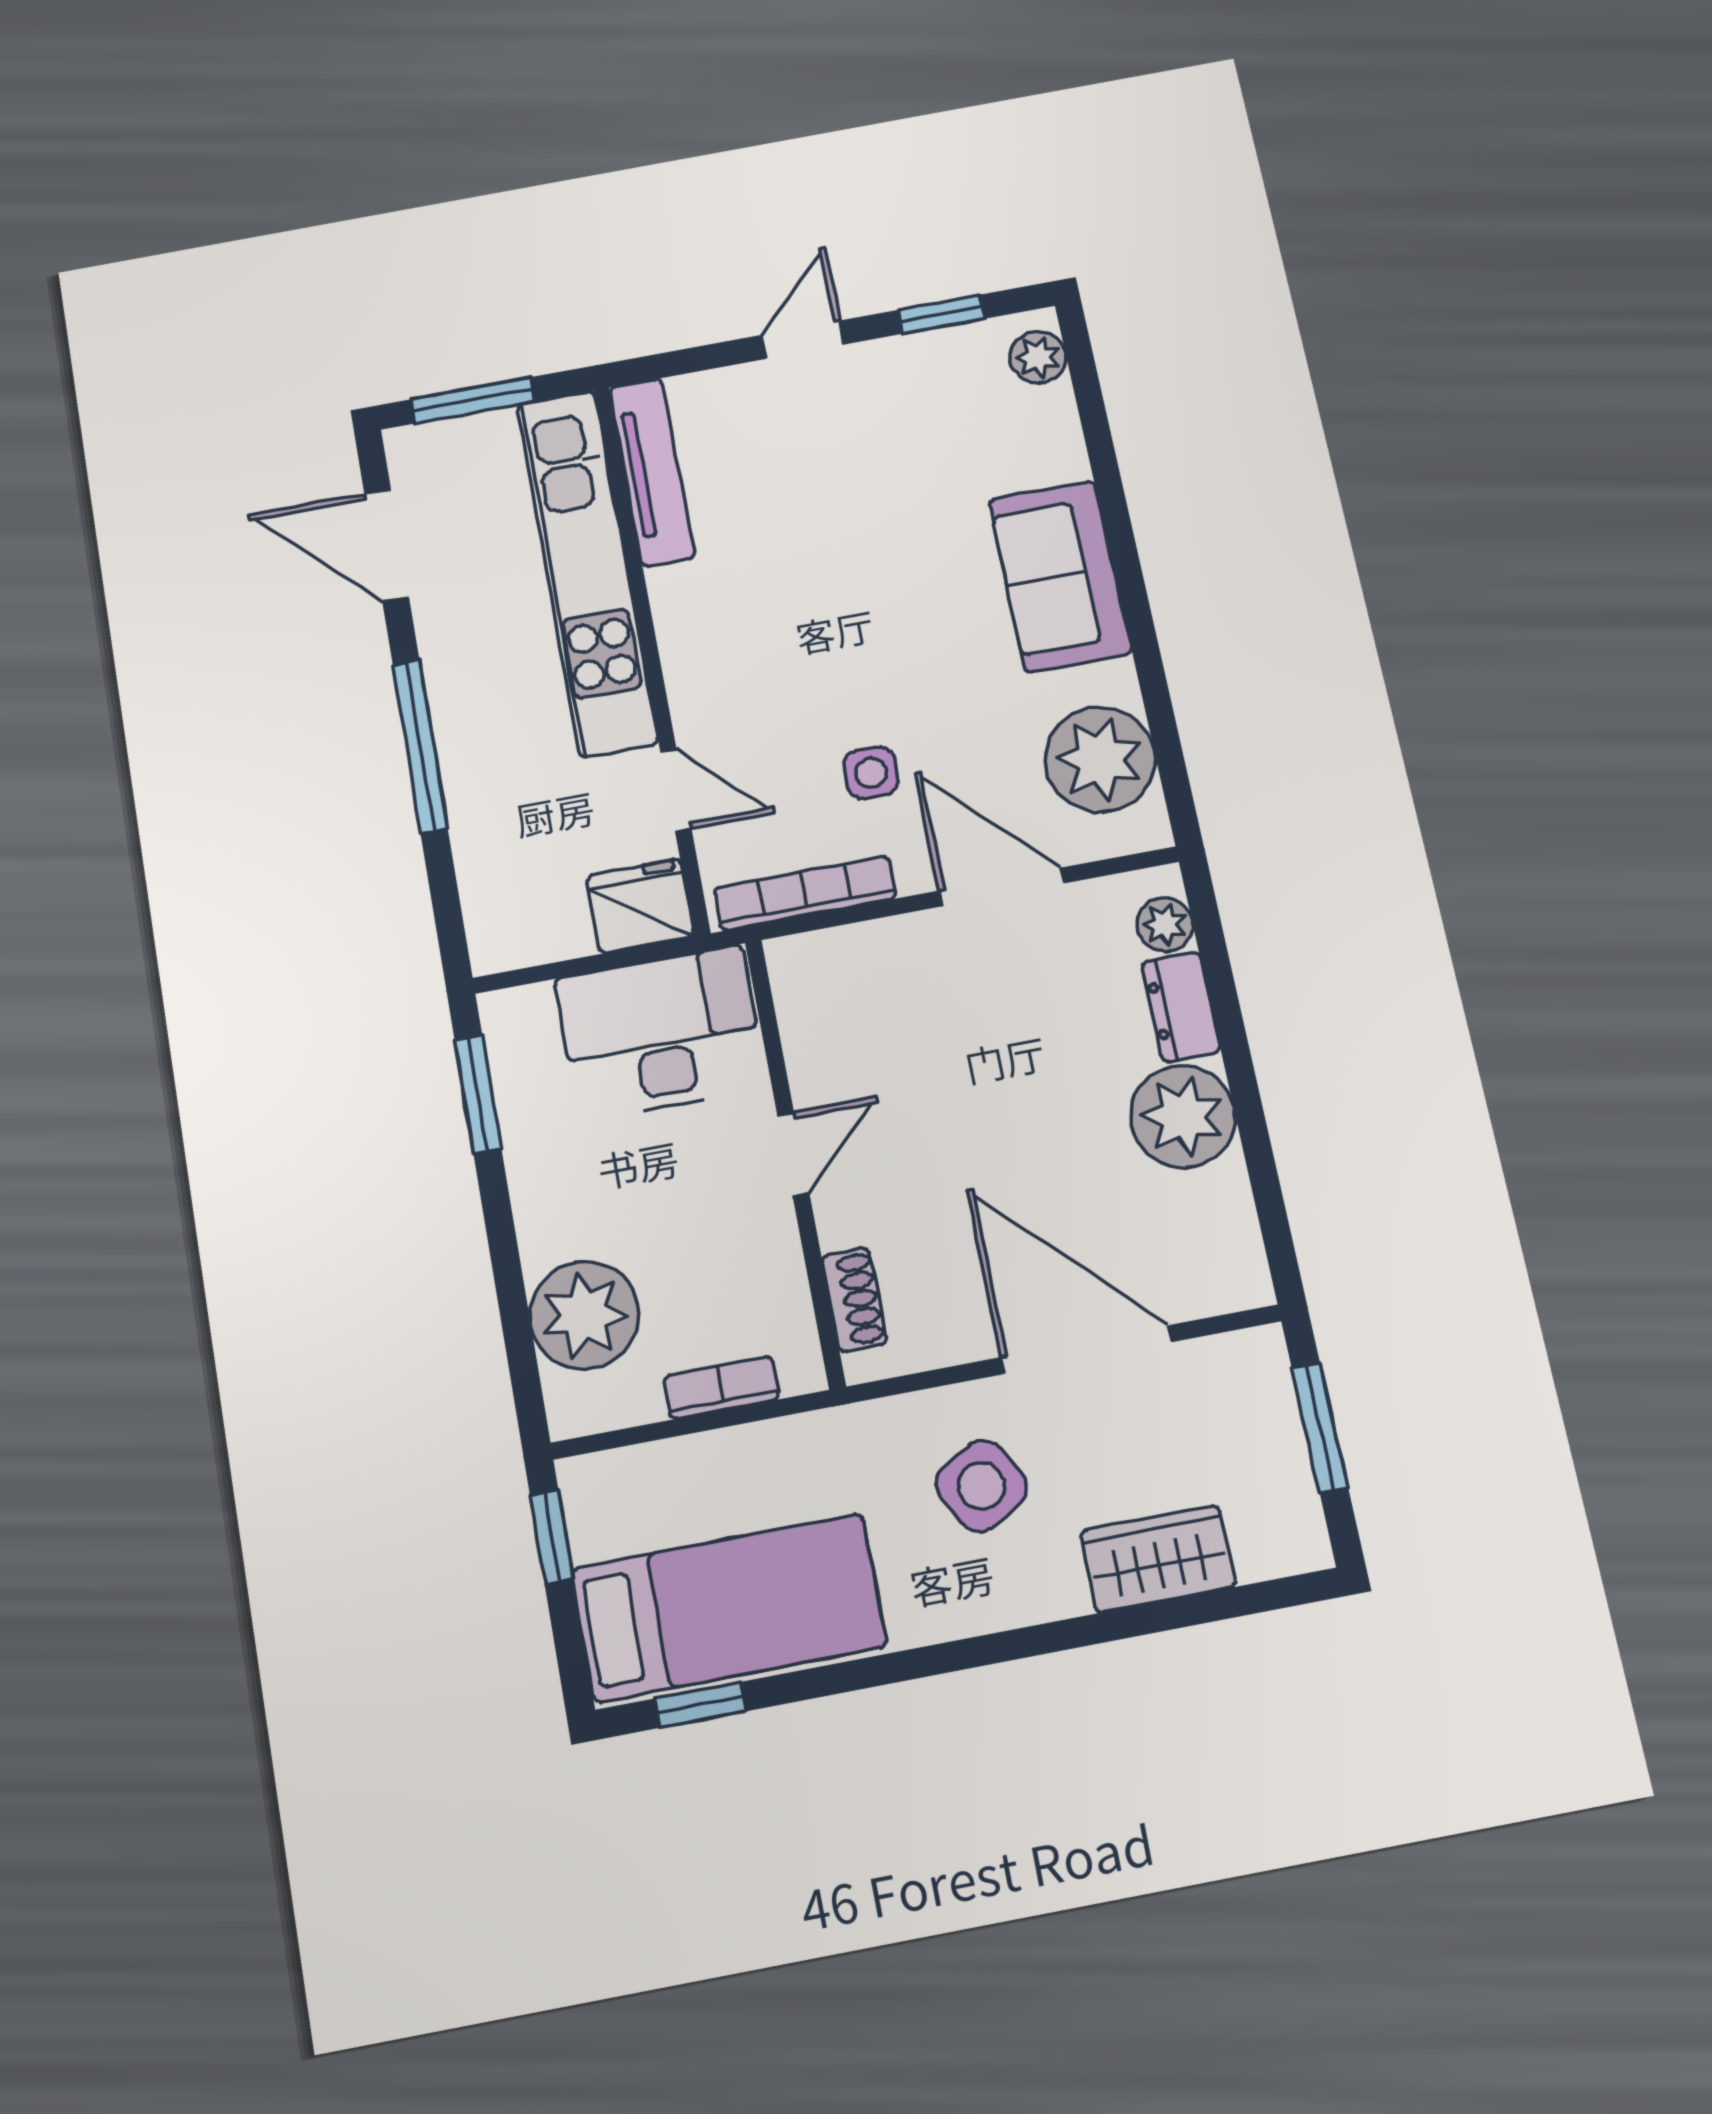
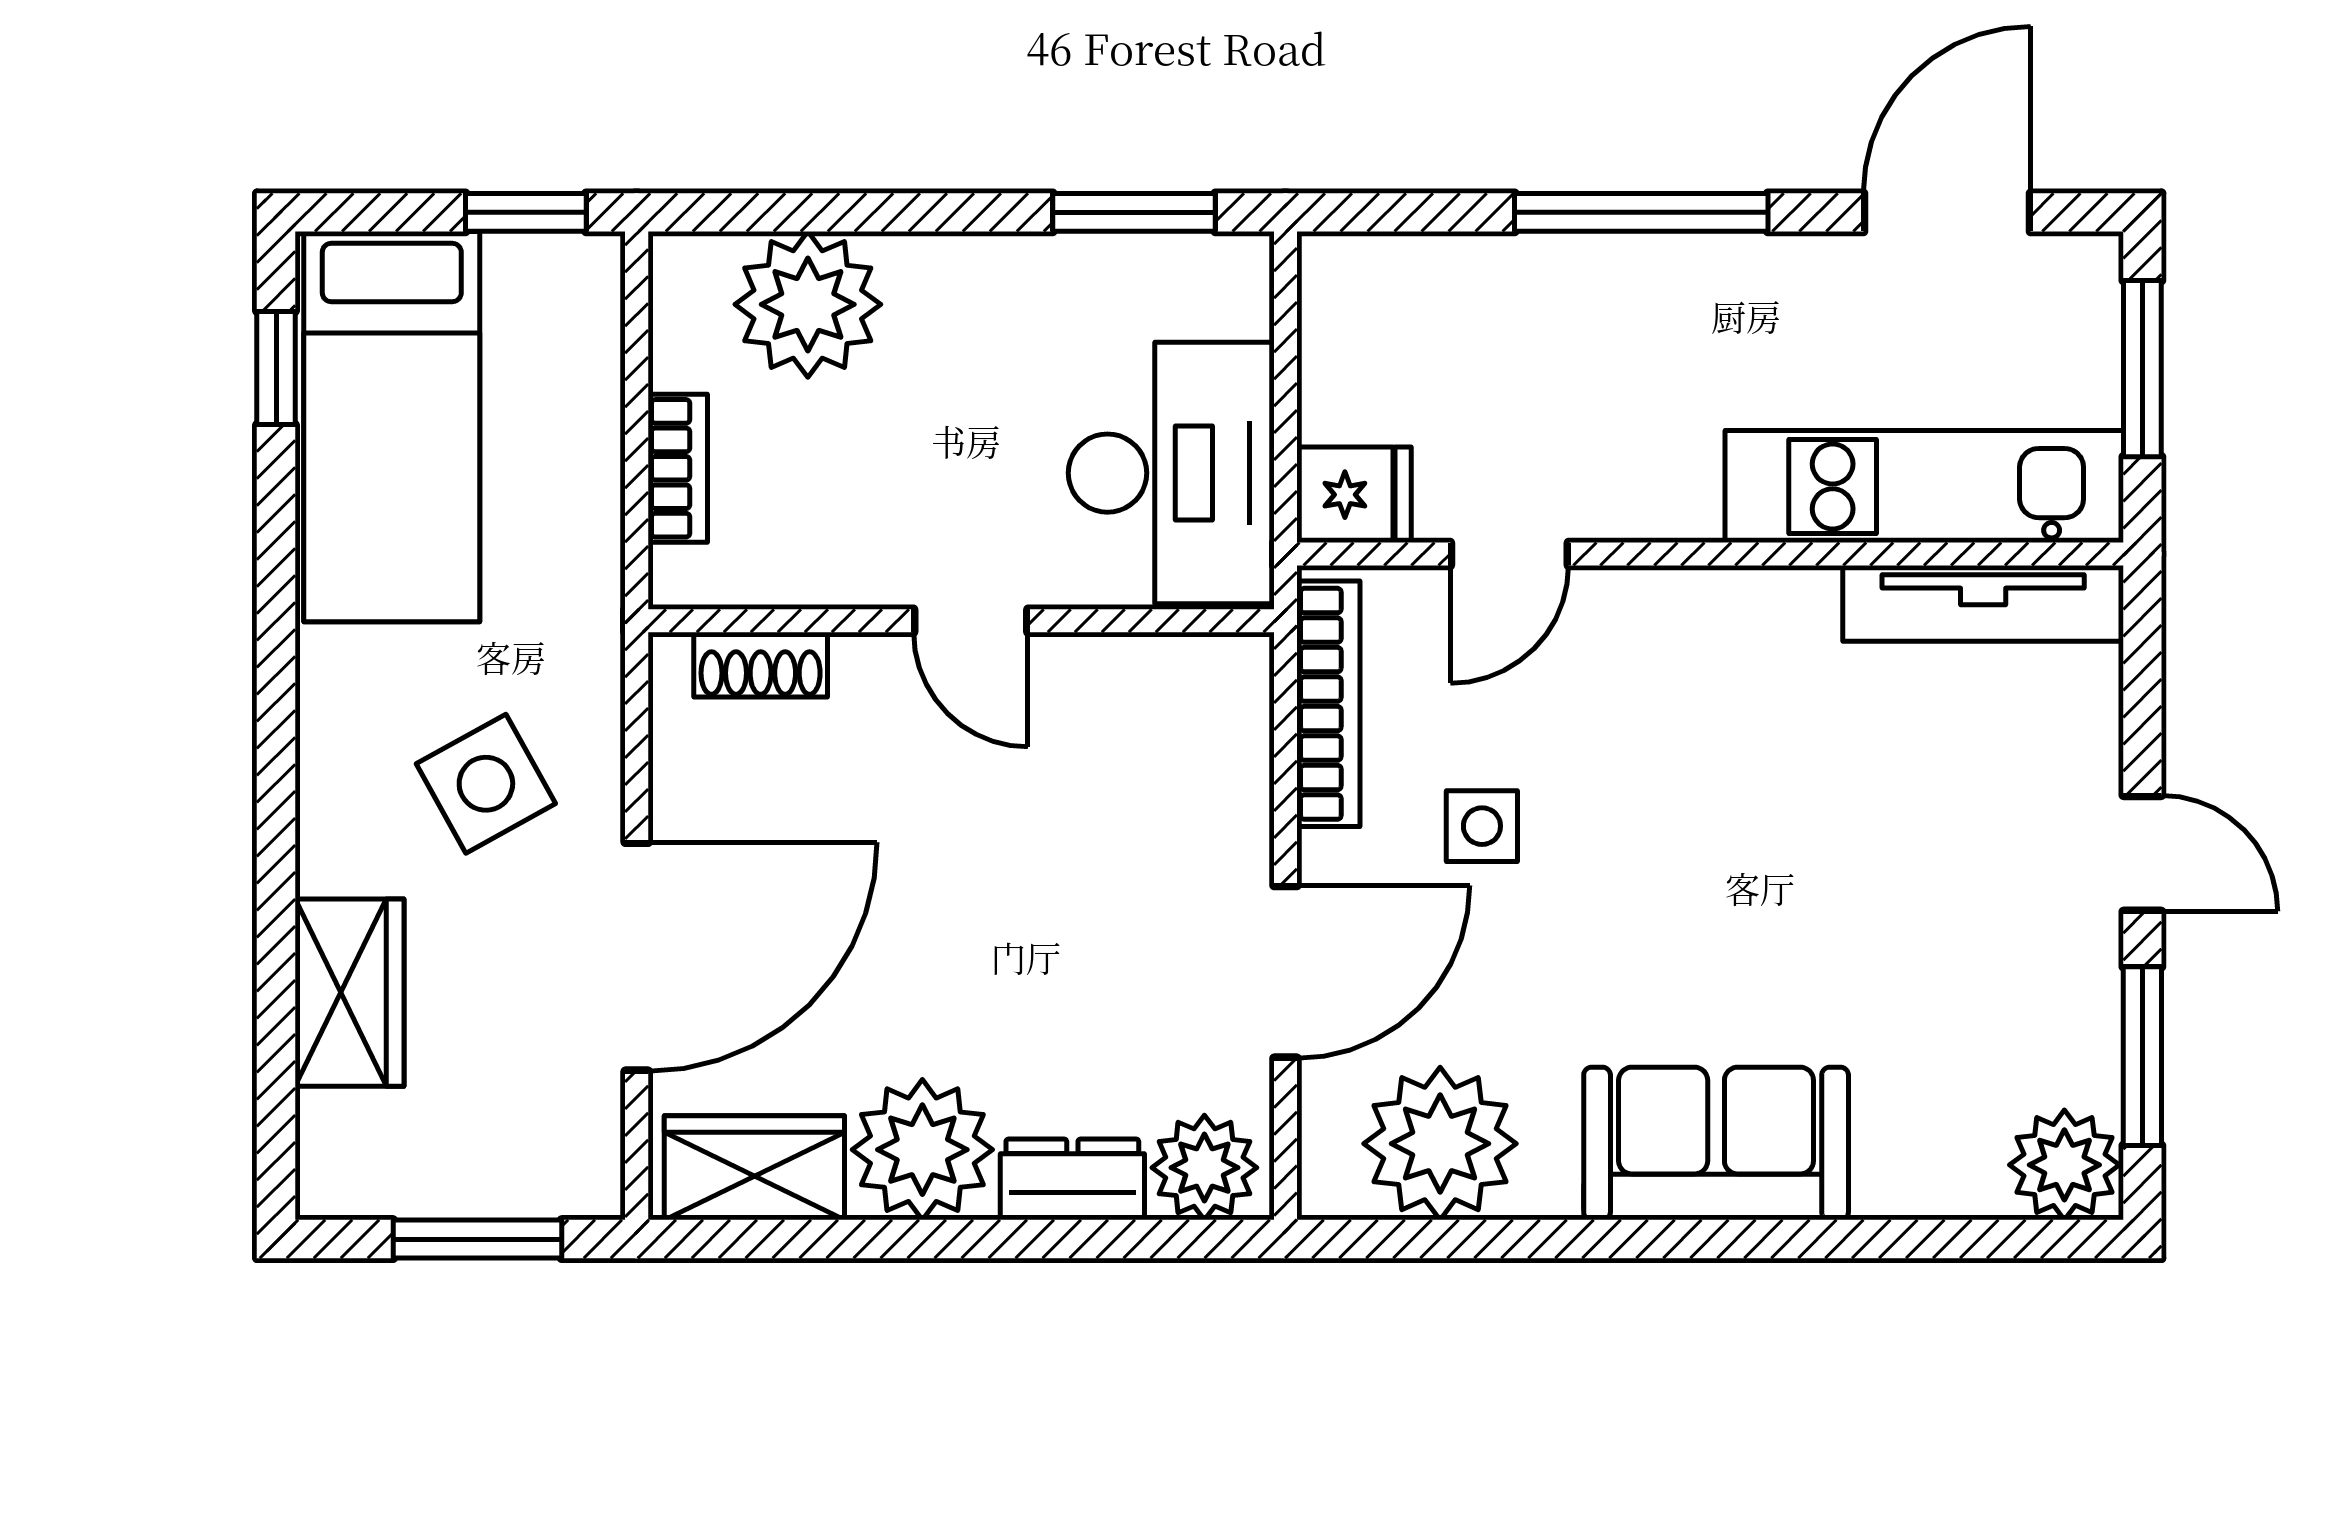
window: (941, 314) -> (2142, 1056), width x1.50
plant: (1038, 357) -> (2064, 1165), width x1.38, depth x1.38
kitchen unit: (587, 572) -> (1924, 486), width x0.73
fridge: (640, 906) -> (1354, 495), width x0.72
plant: (1165, 925) -> (1204, 1168), width x1.38, depth x1.38
wardrobe: (1222, 1235) -> (754, 1168), added

